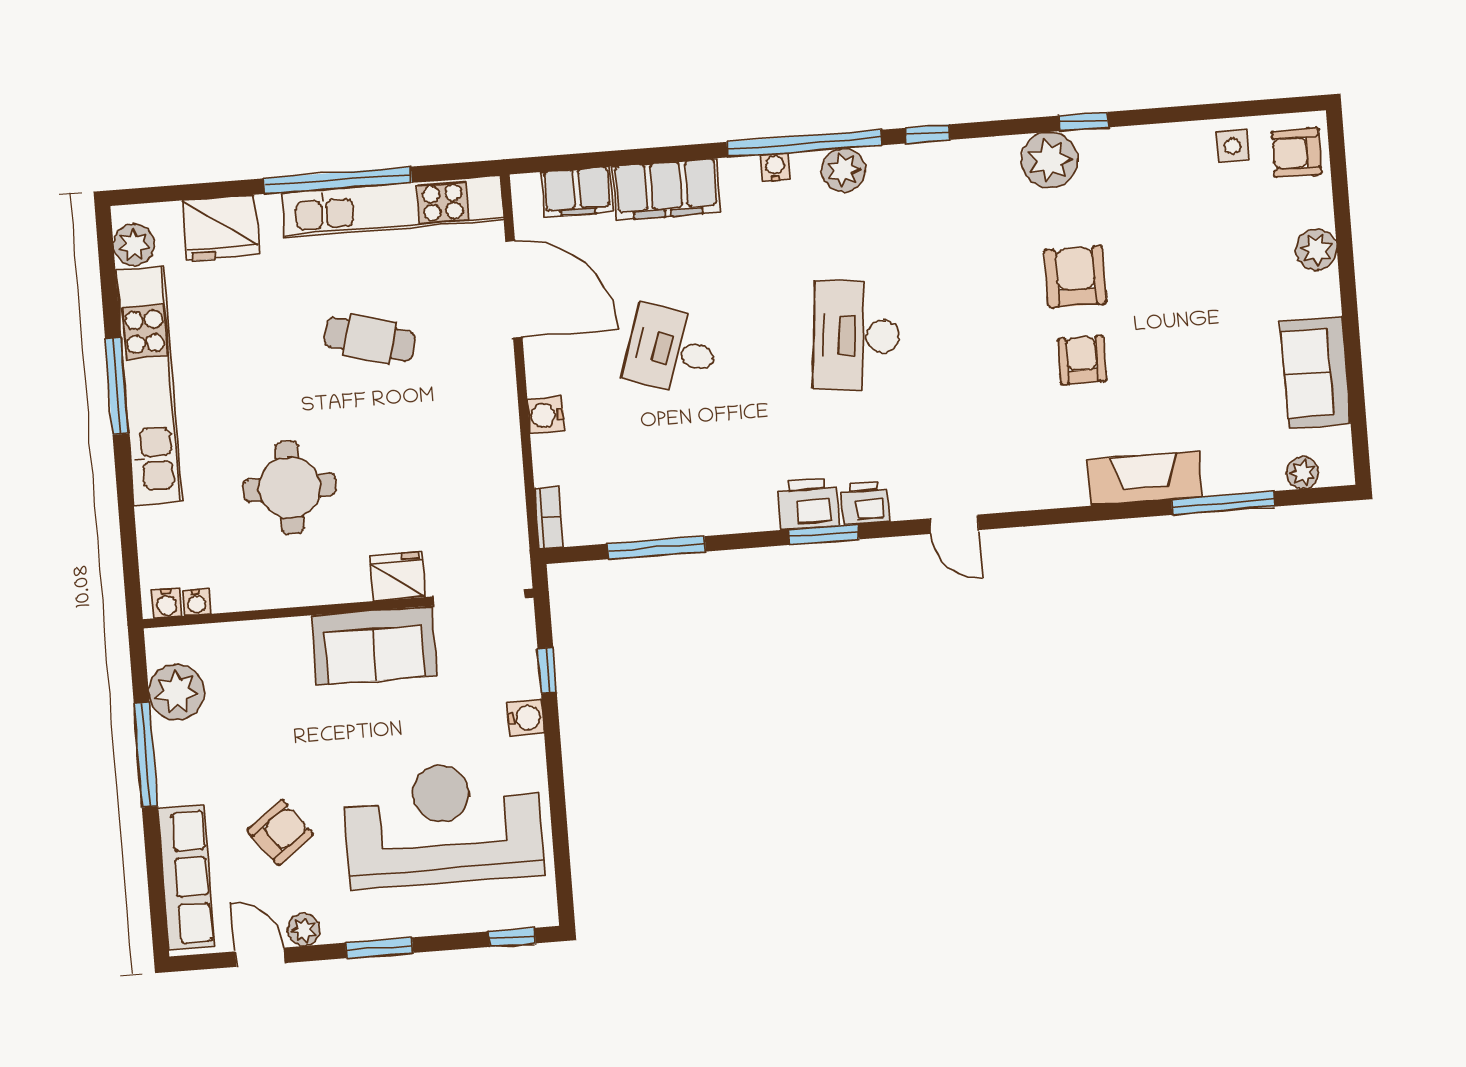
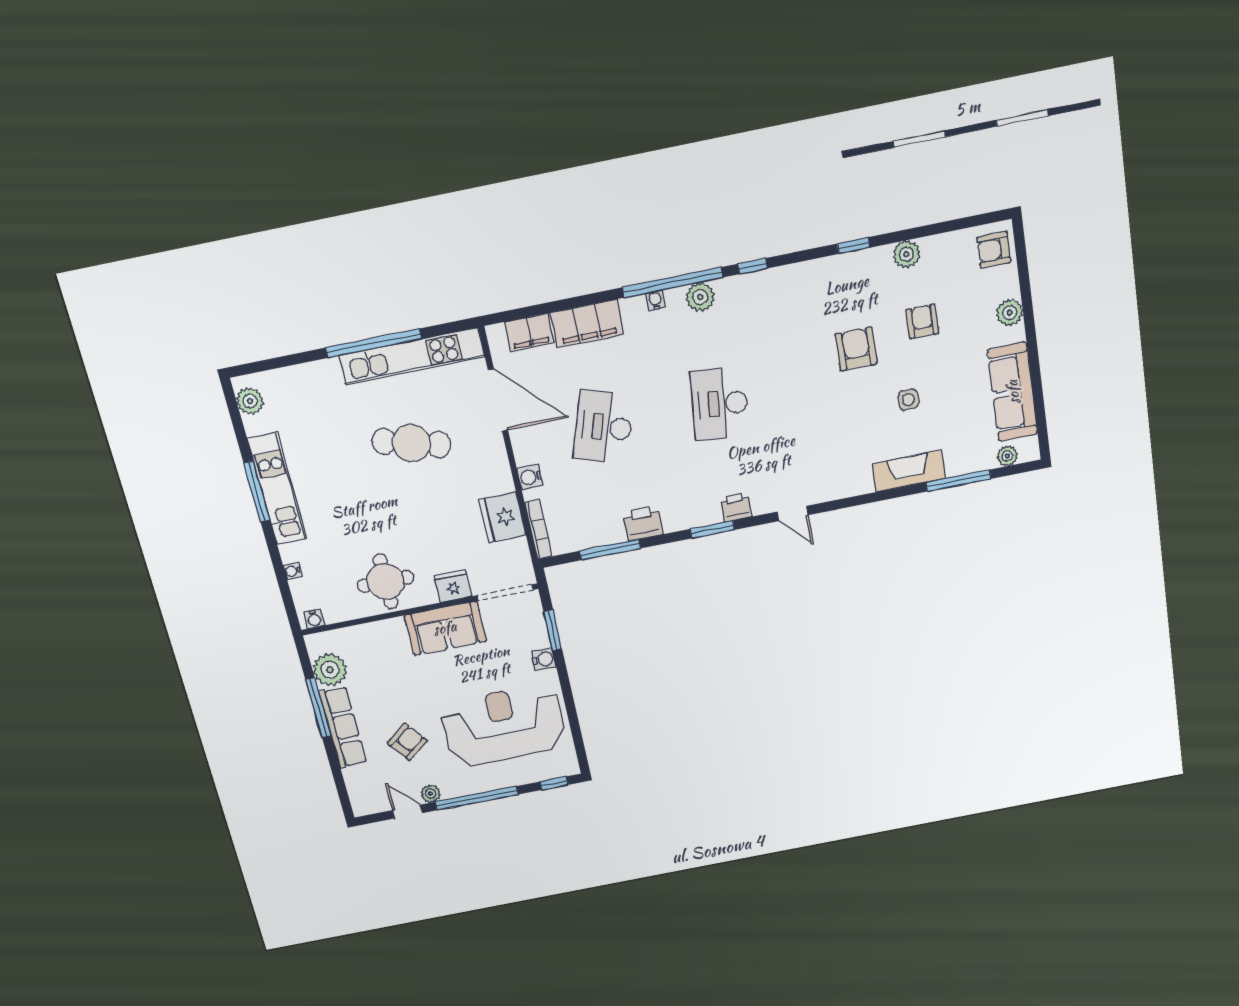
side table: (1233, 146) -> (908, 400), moved
plant: (1050, 160) -> (906, 254), moved, width x0.73, depth x0.73
fridge: (221, 228) -> (502, 517), moved, turned 90
cafe table: (370, 339) -> (411, 443), width x1.37, depth x1.35
desk: (672, 350) -> (604, 427), width x1.37
armchair: (1082, 360) -> (922, 321), moved
sofa: (1315, 373) -> (1013, 392), width x1.36
kitchen unit: (149, 386) -> (277, 489), width x0.73
round table: (290, 488) -> (386, 581), moved
printer: (808, 504) -> (643, 523), moved
bookcase: (549, 518) -> (538, 530), width x1.56
water cooler: (196, 602) -> (293, 571), moved, turned 90
window: (547, 670) -> (553, 630), width x1.50
row of seats: (186, 877) -> (343, 727), moved
window: (379, 948) -> (477, 798), width x2.11

